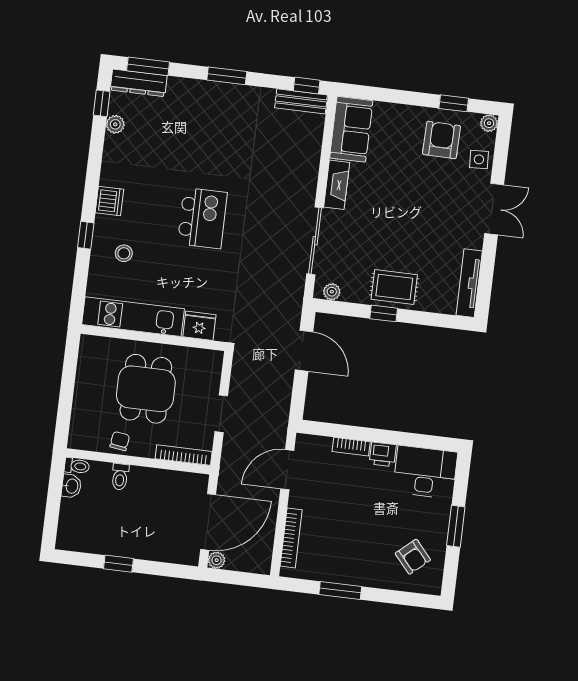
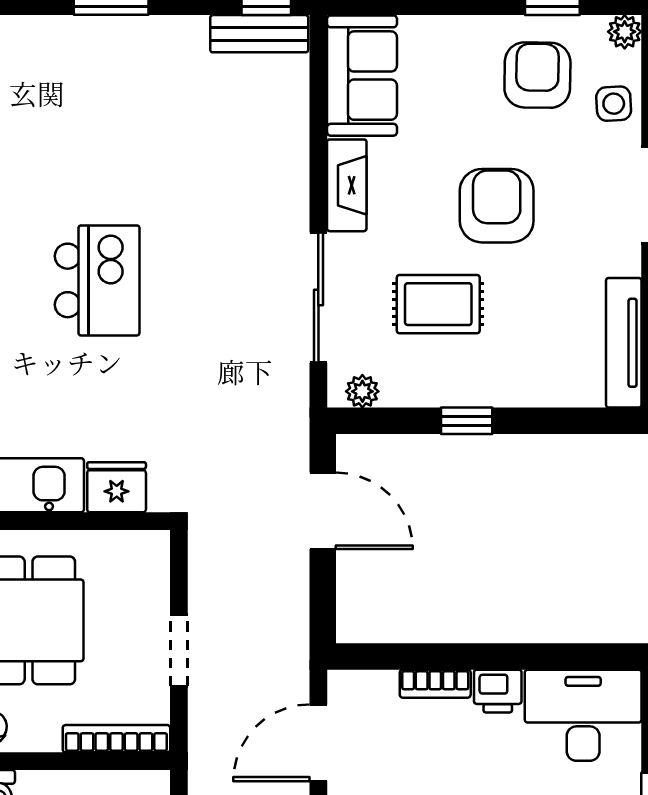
armchair: (412, 205) -> (497, 206), added
rug: (394, 287) -> (438, 304), moved

